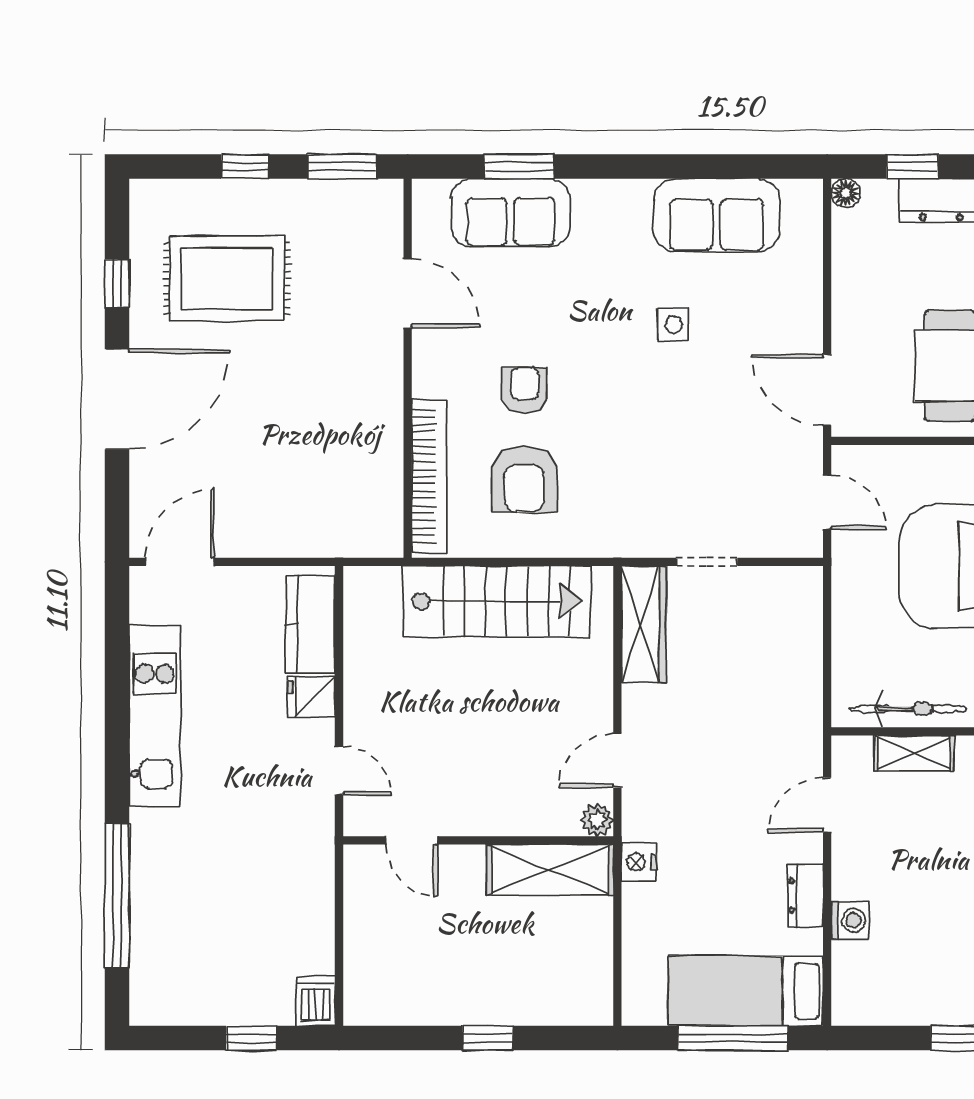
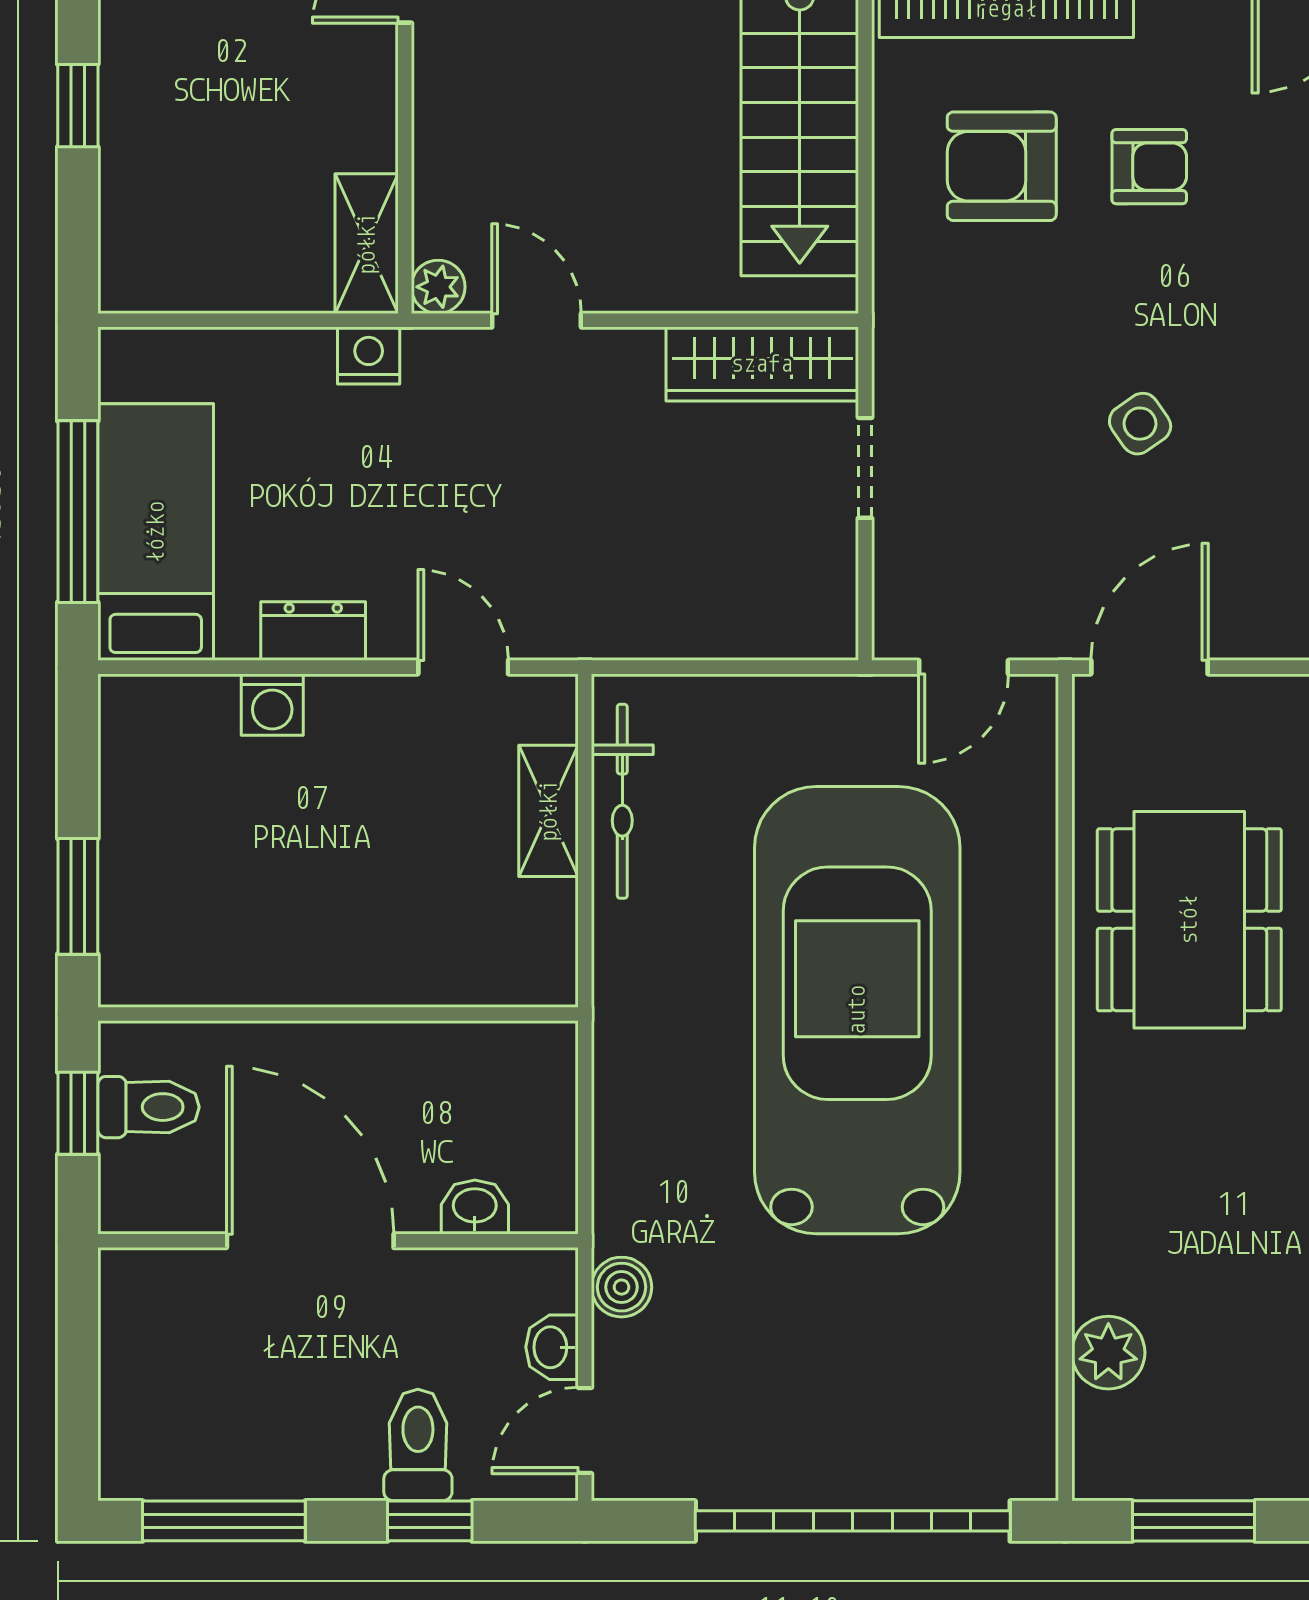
side table: (674, 324) -> (1140, 424), moved, turned -35
shelving: (550, 870) -> (367, 244), width x0.67, depth x0.75

